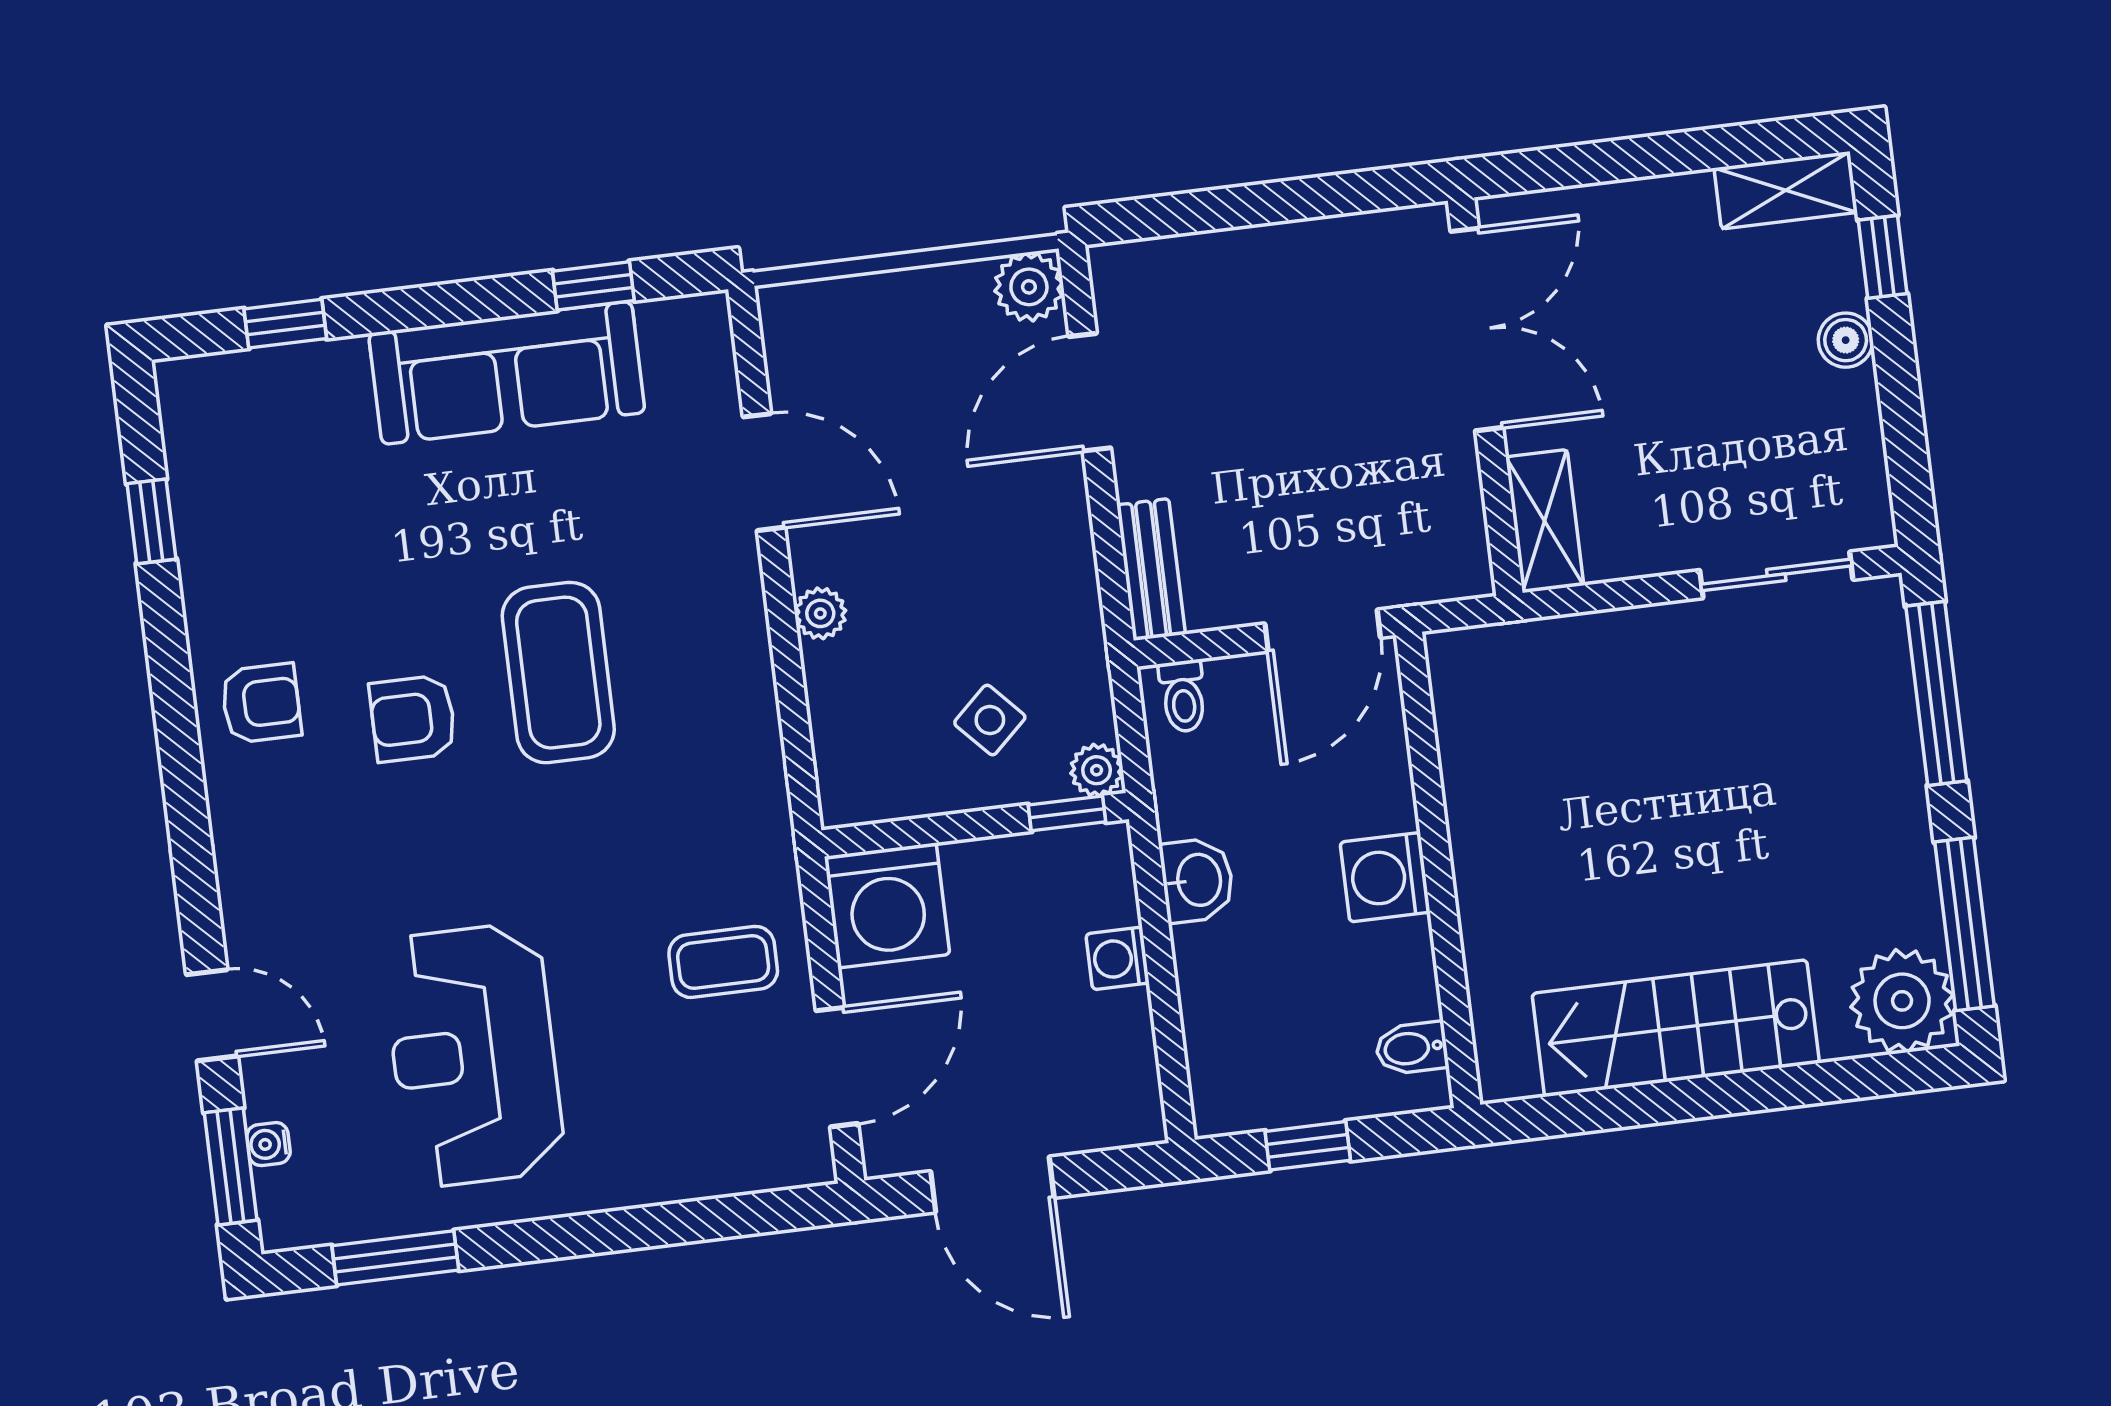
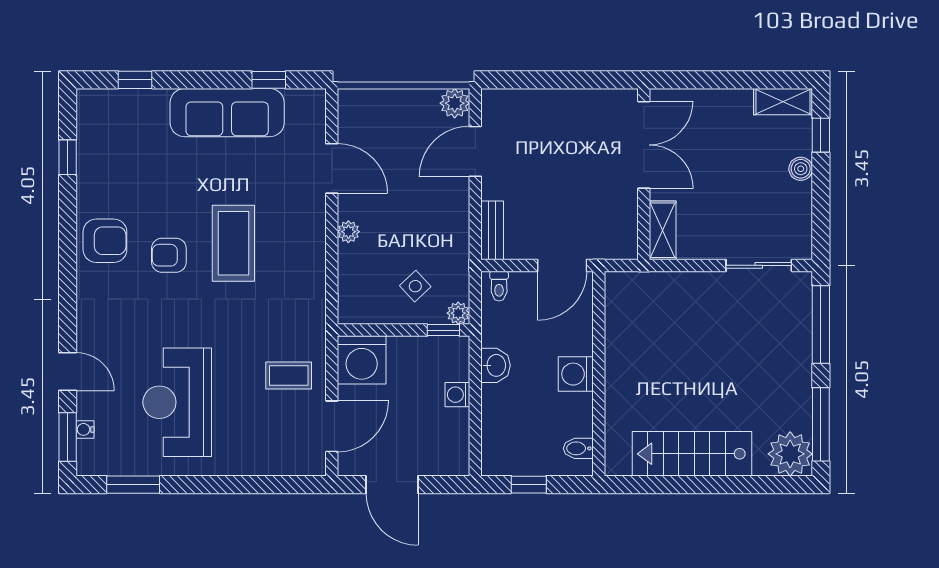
armchair: (261, 703) -> (105, 241), width x1.38, depth x1.38

